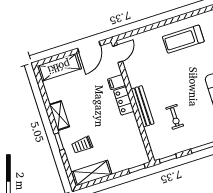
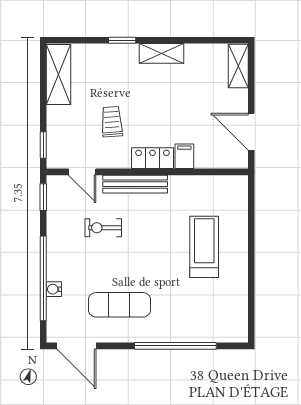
treadmill: (183, 39) -> (204, 247), moved
door: (118, 54) -> (82, 172), moved
shelving: (59, 67) -> (238, 66), width x0.67, depth x0.75
trolley: (82, 145) -> (112, 122), moved

